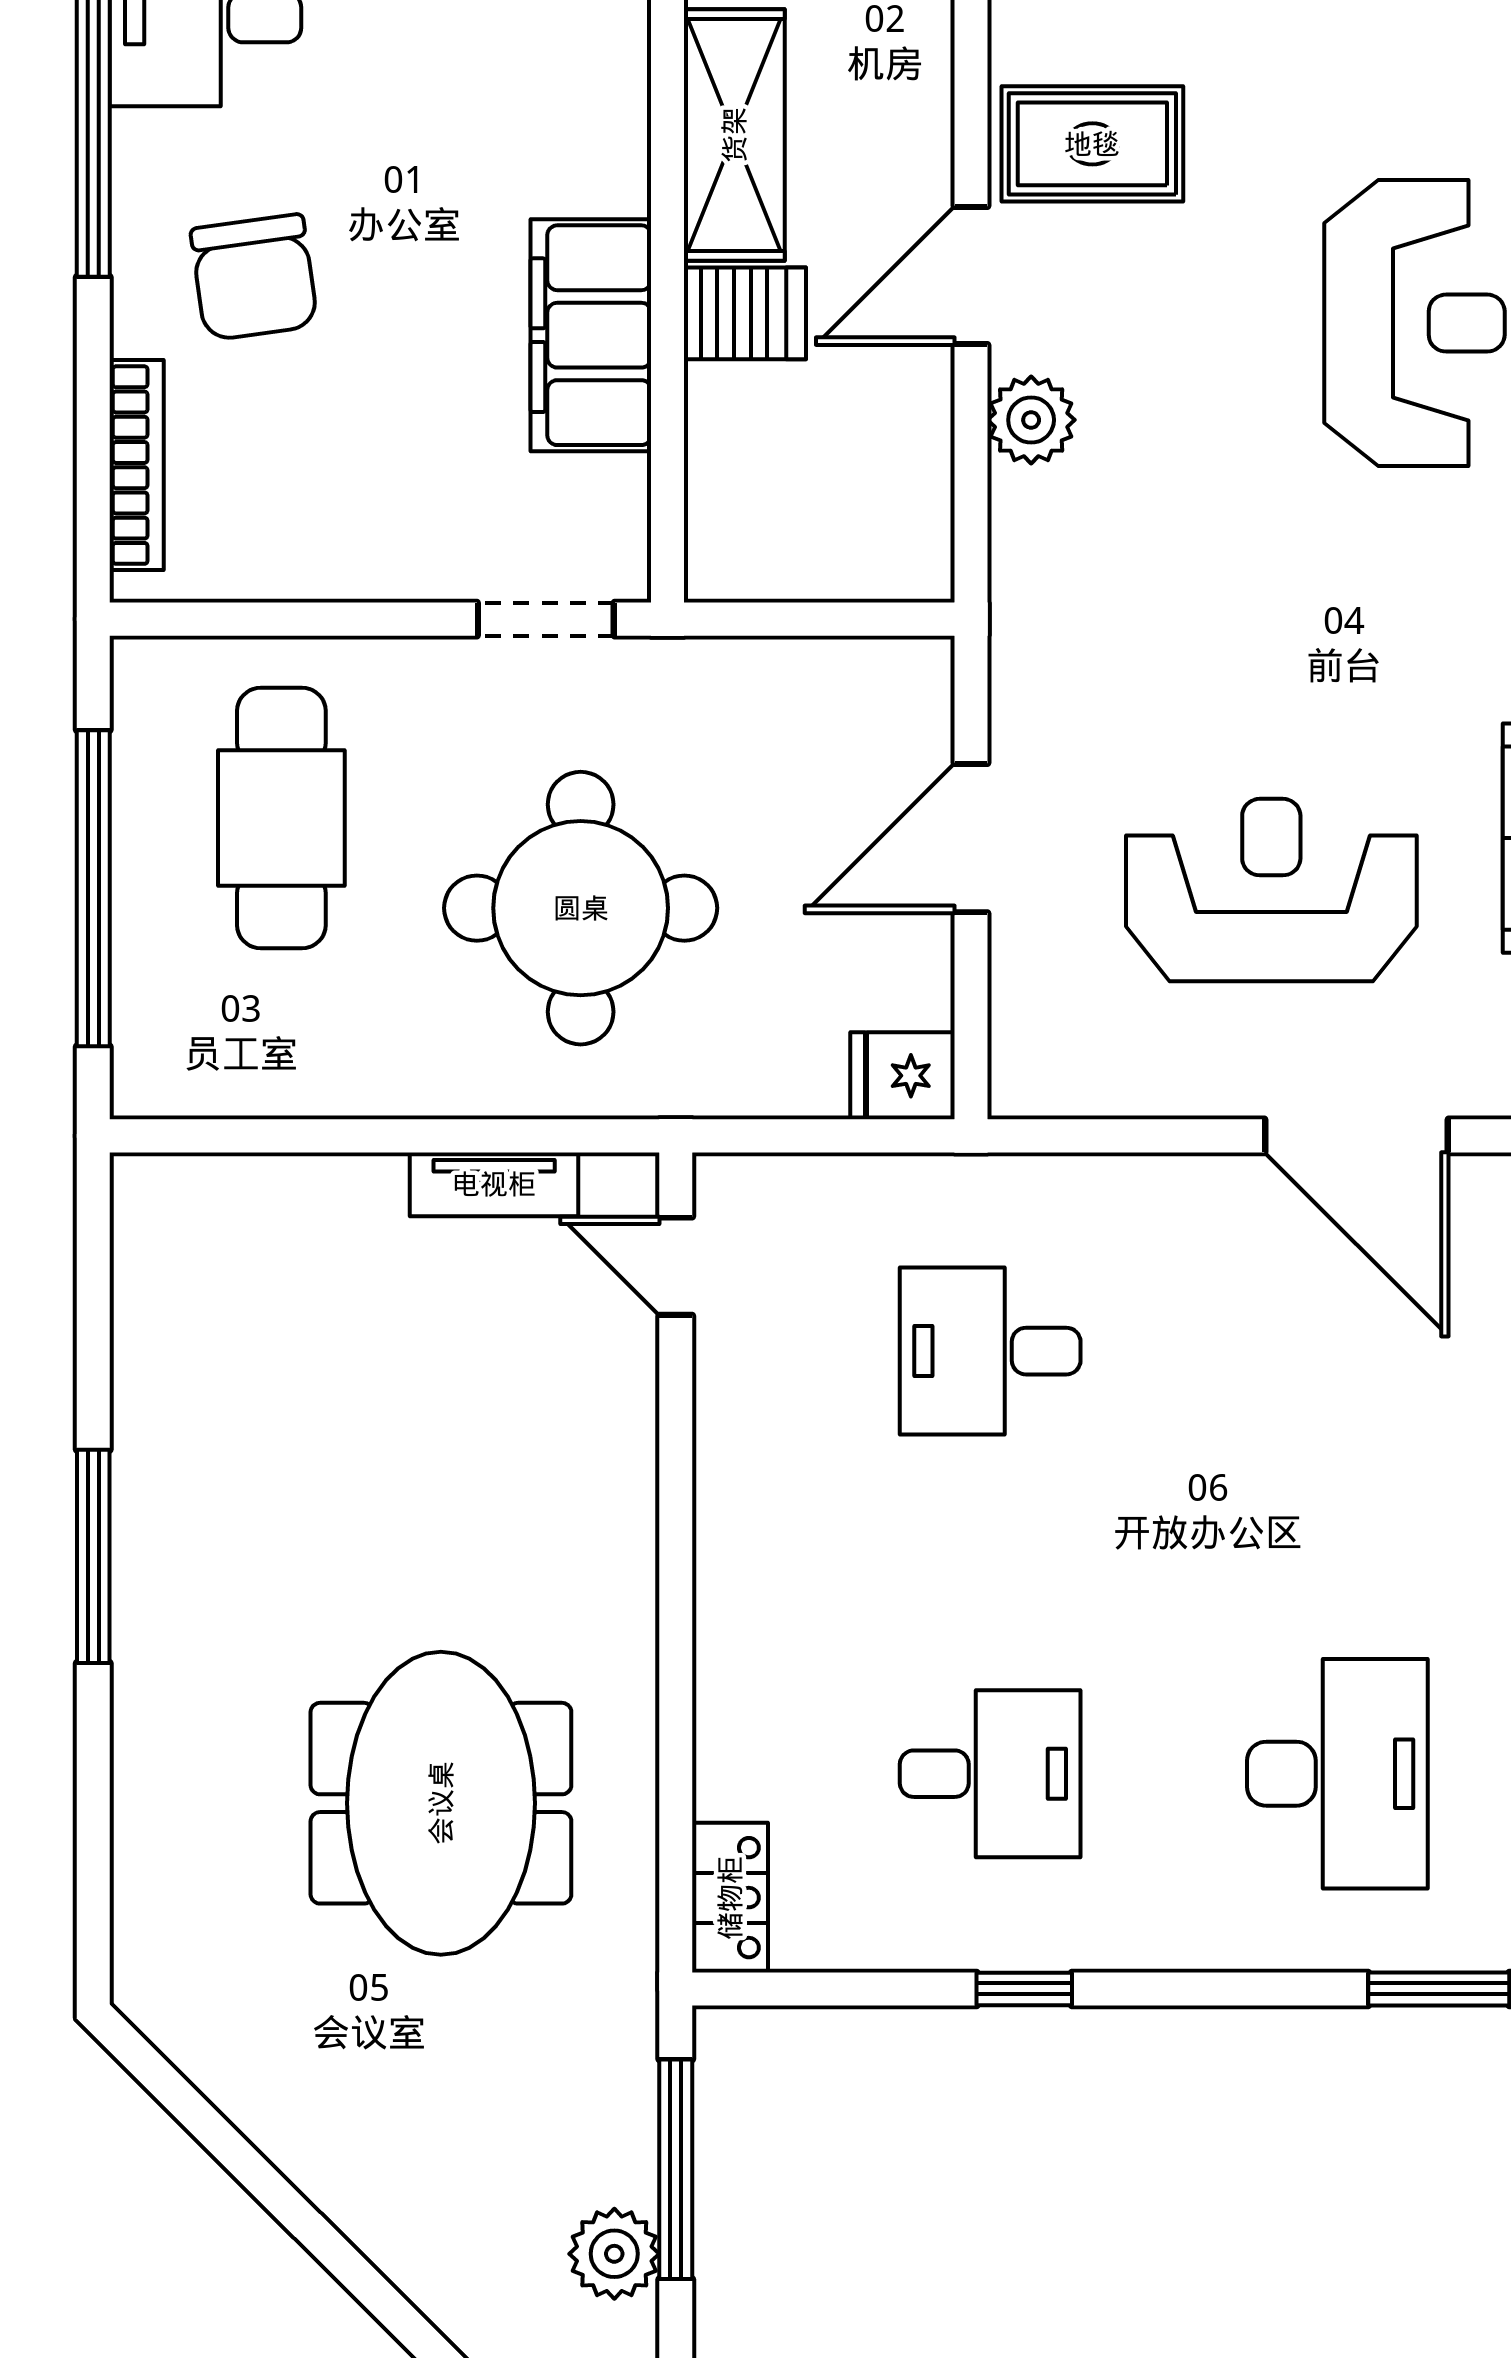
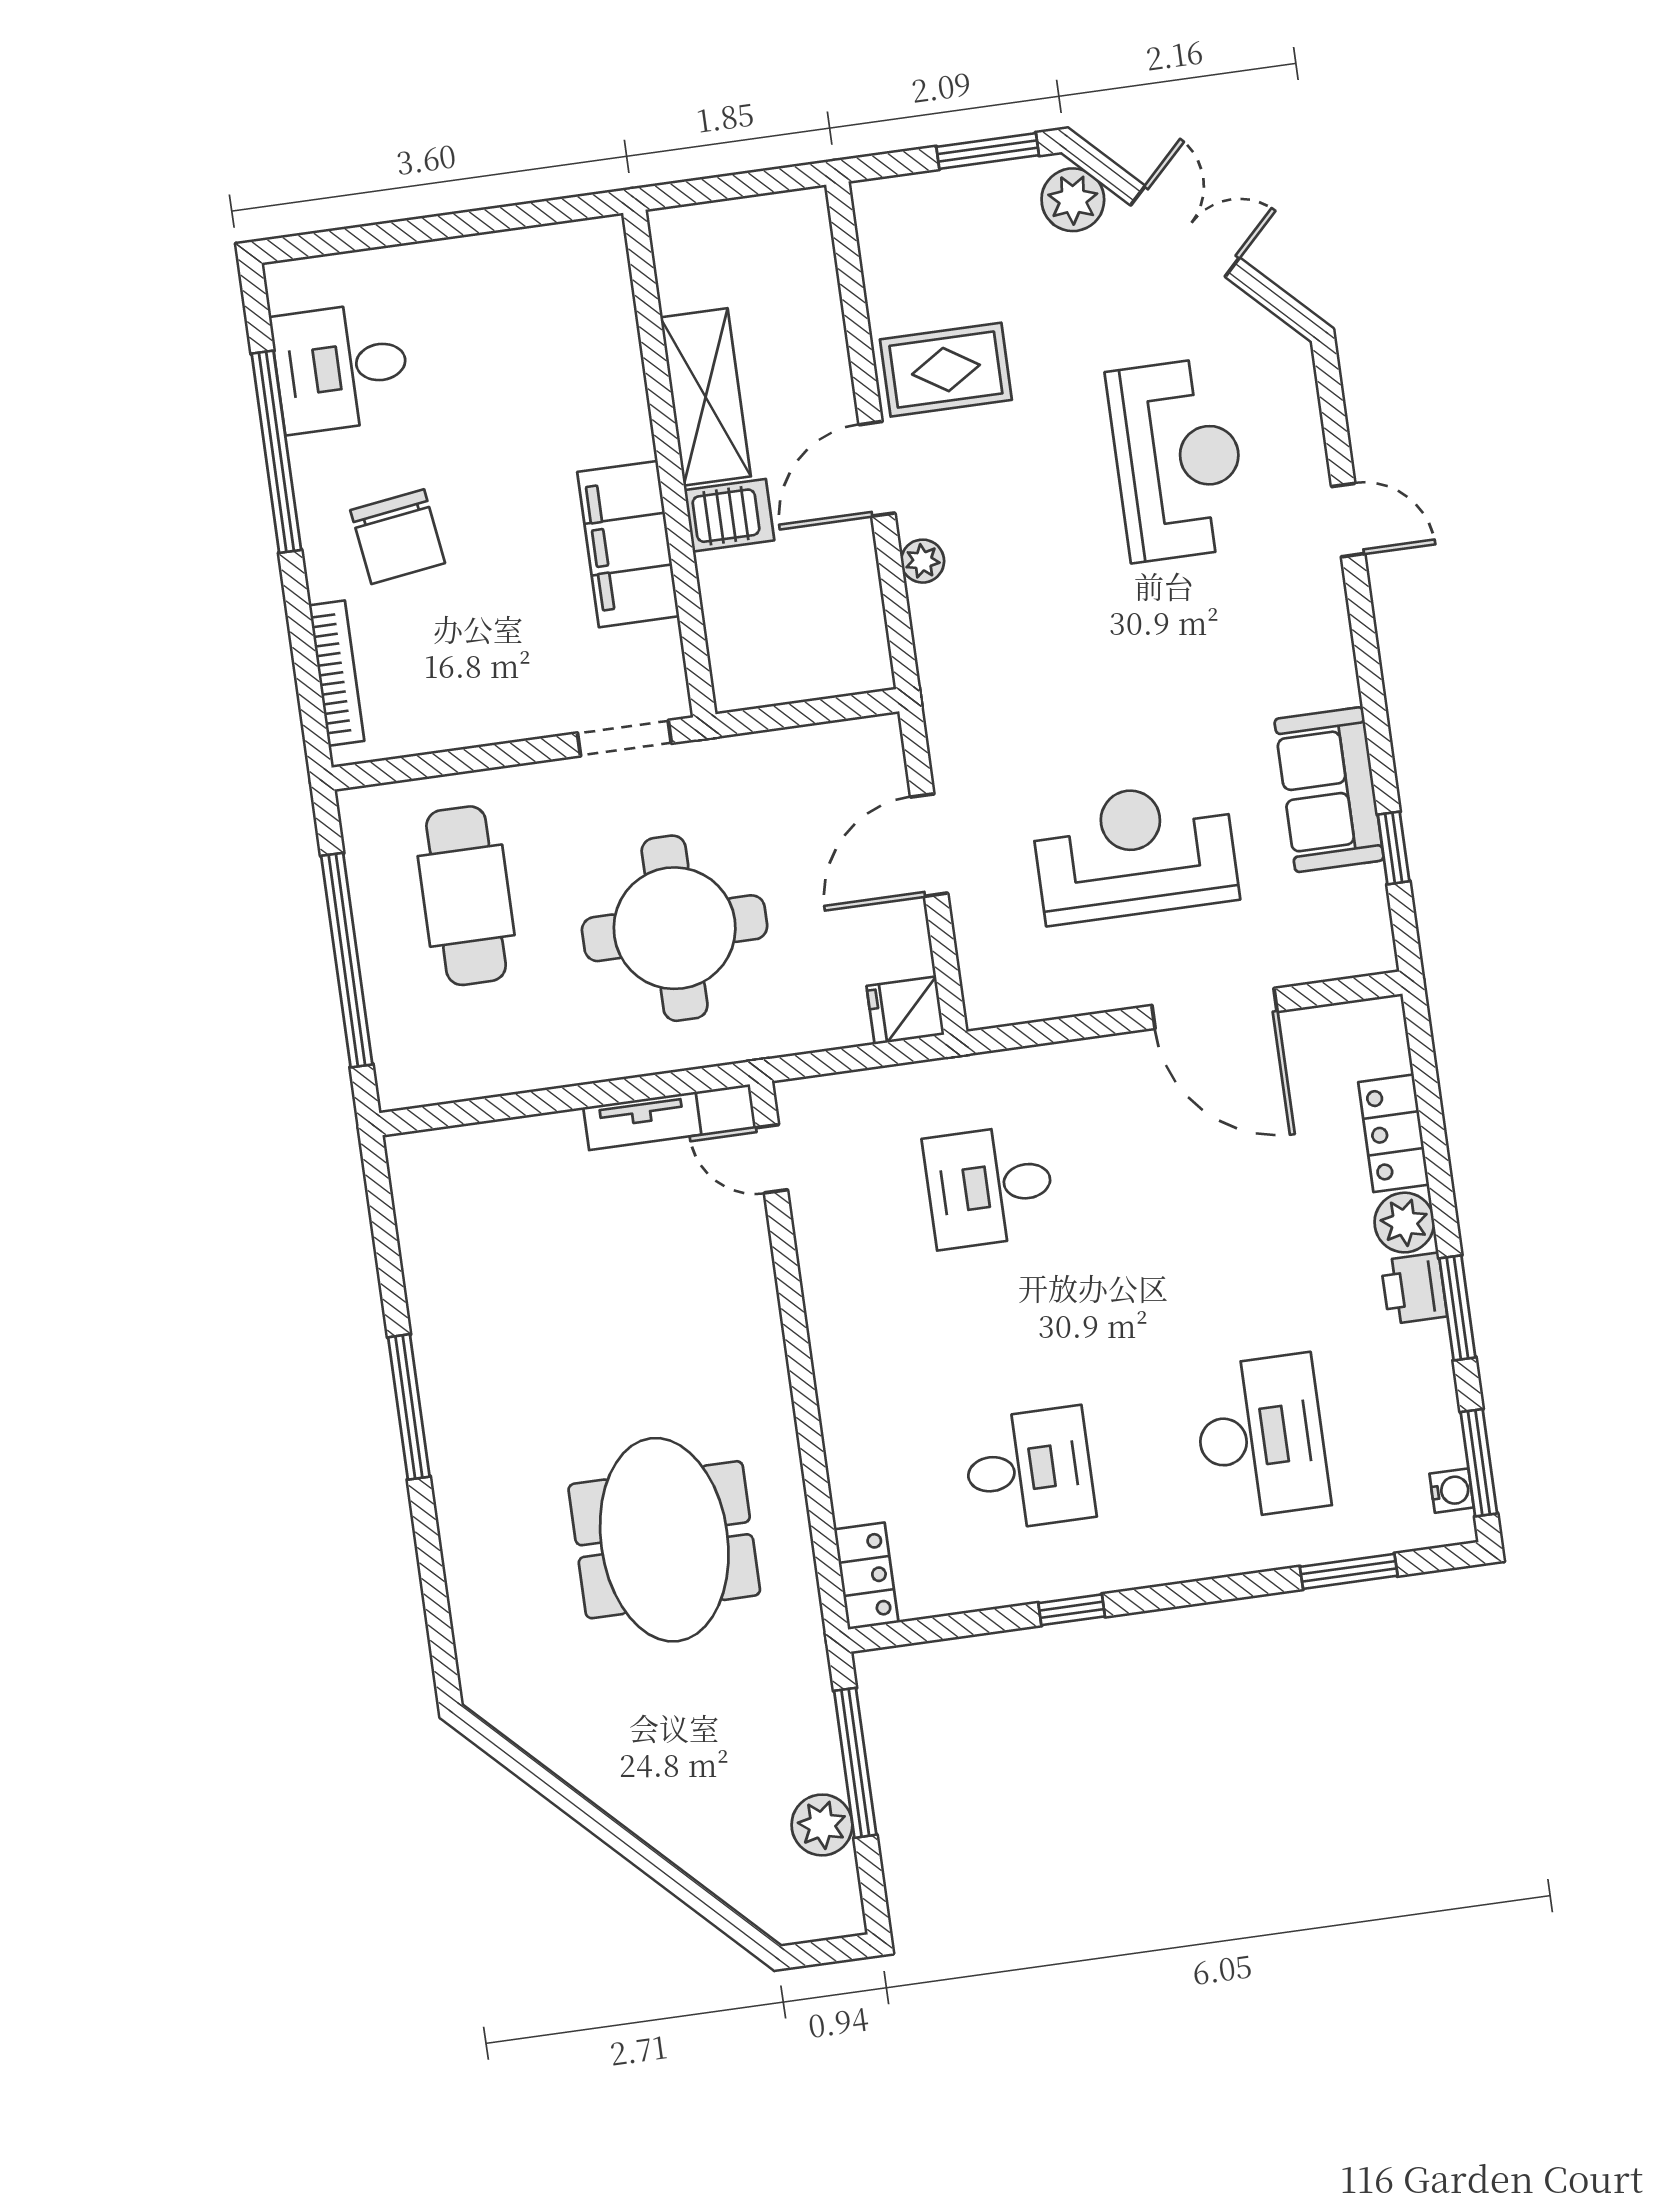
plant: (1031, 420) -> (923, 561), width x0.73, depth x0.73

